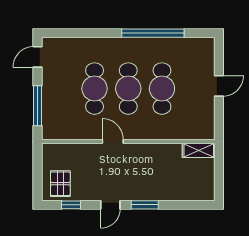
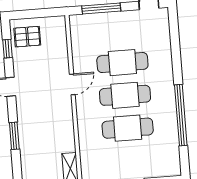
window: (145, 205) -> (14, 136), moved

